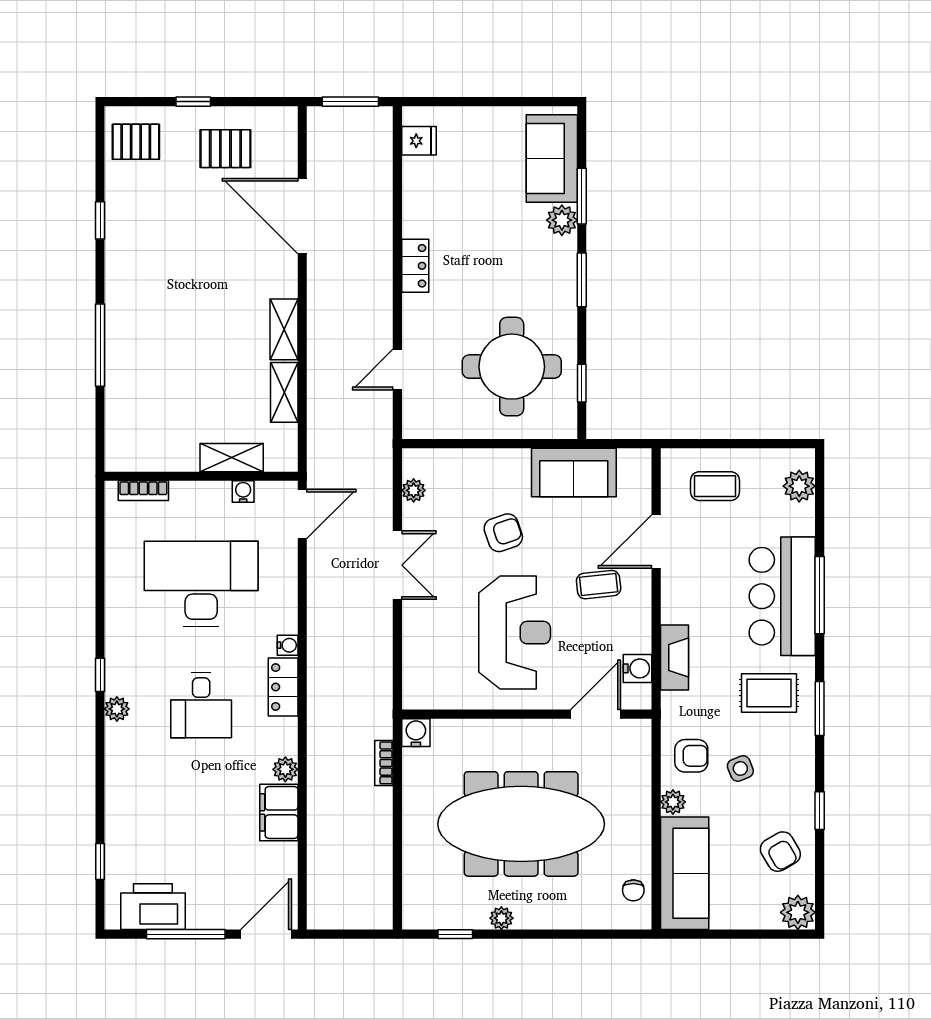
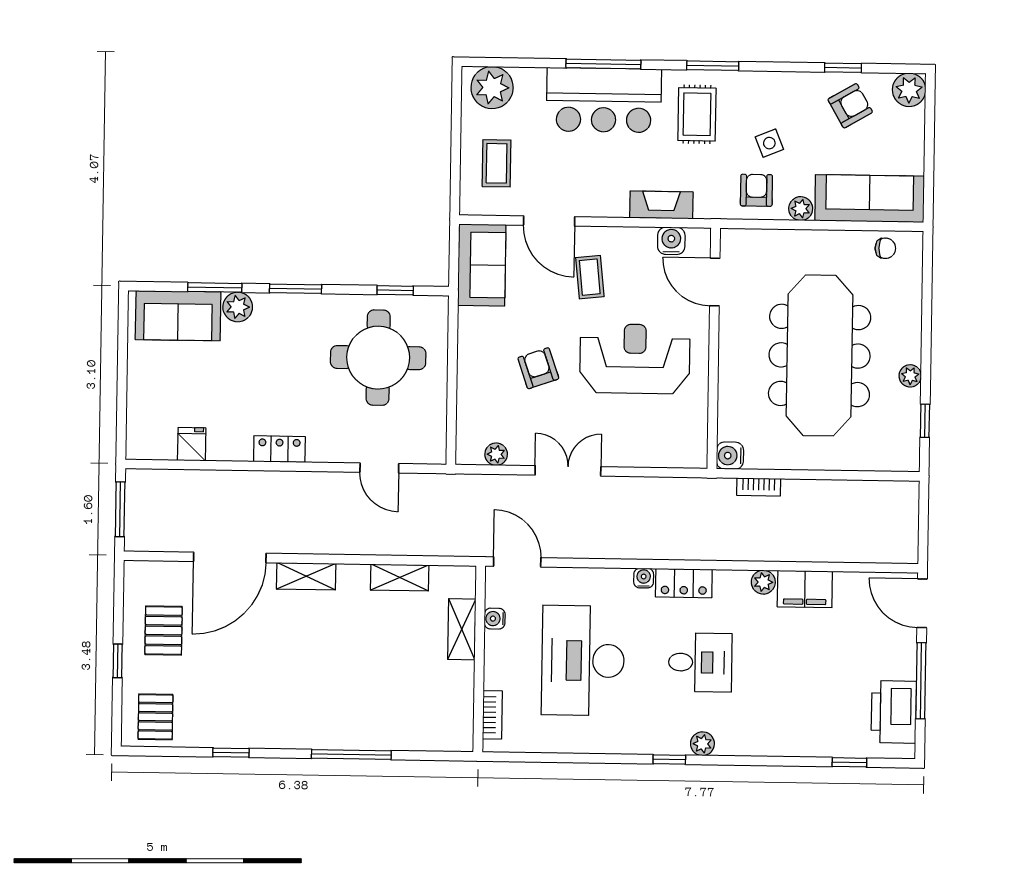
fridge: (419, 141) -> (192, 444), moved
shelving: (284, 329) -> (306, 576), moved
sofa: (574, 472) -> (482, 265), moved
plant: (799, 486) -> (492, 88), width x1.36, depth x1.36
window: (820, 811) -> (843, 68), moved

